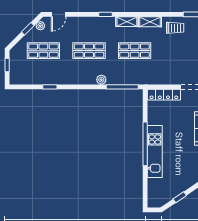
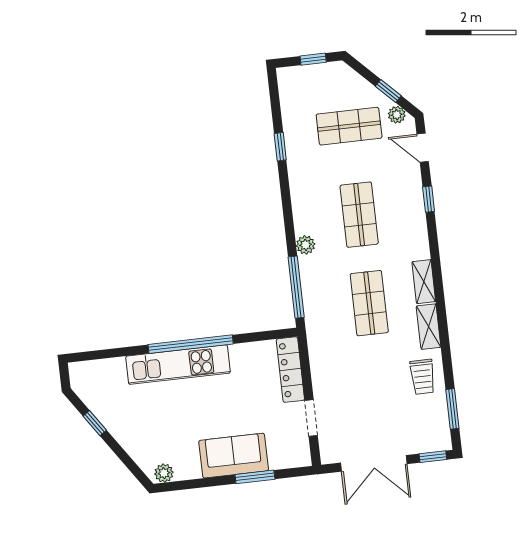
window: (105, 14) -> (429, 199), moved
shop shelf: (43, 51) -> (349, 126), turned 90

